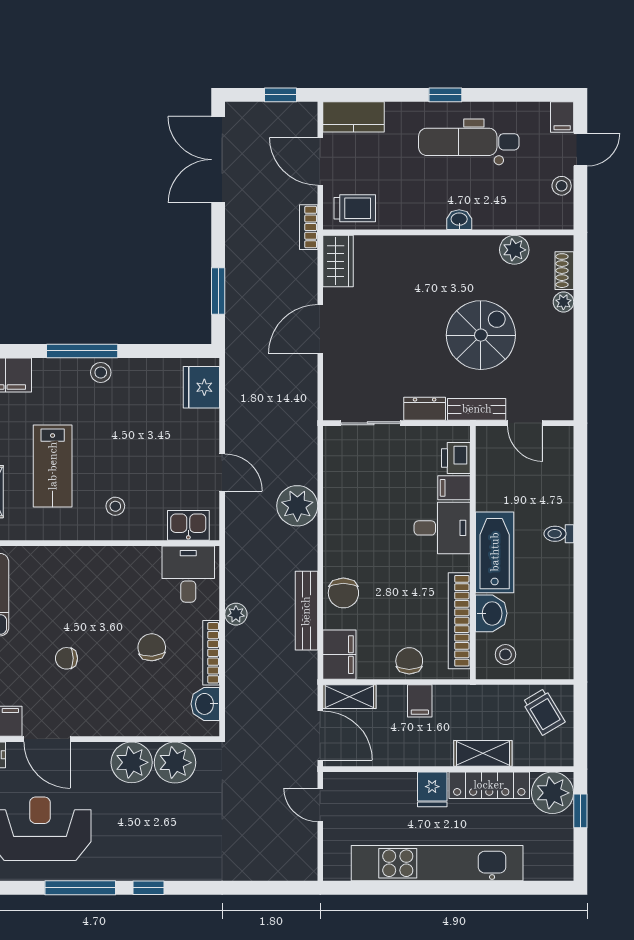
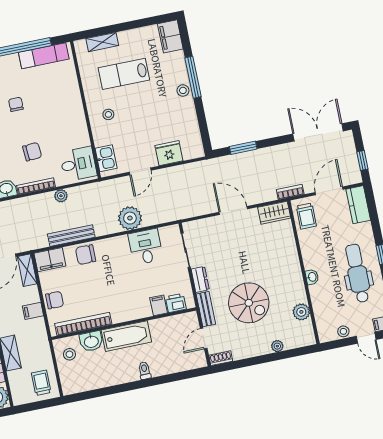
shoe rack: (564, 271) -> (221, 358), moved
fridge: (201, 387) -> (169, 153), moved
desk: (442, 528) -> (146, 247), moved, turned 180
trolley: (544, 712) -> (41, 383), turned 121

